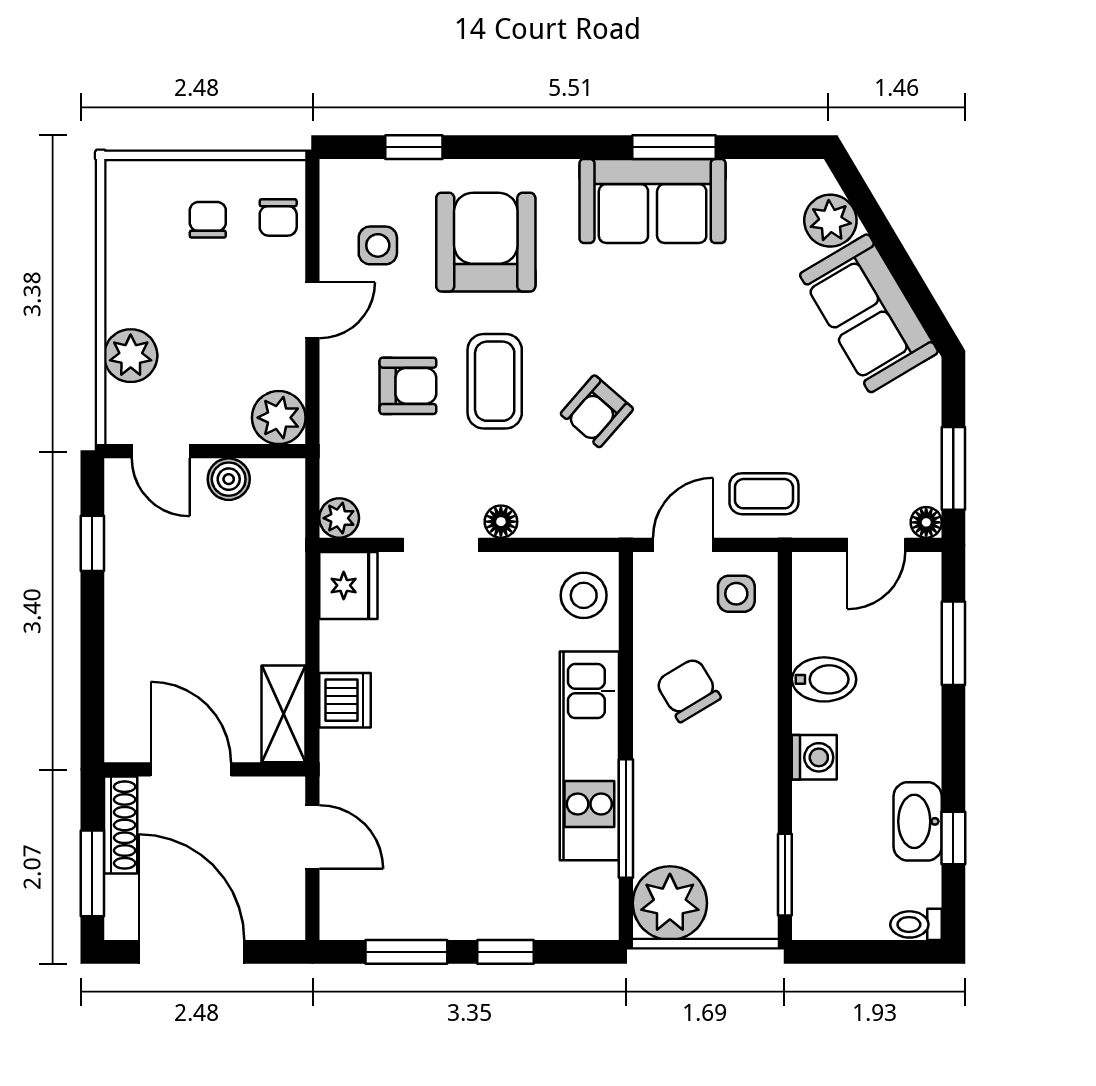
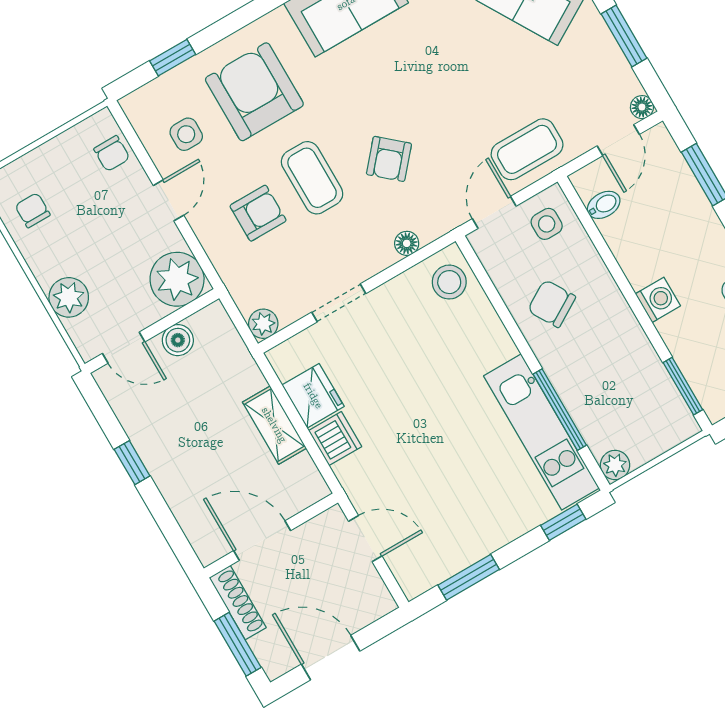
chair: (208, 220) -> (33, 210), moved
plant: (279, 418) -> (177, 279), width x1.36, depth x1.36
window: (953, 468) -> (624, 36), moved
coffee table: (764, 494) -> (527, 149), width x1.36, depth x1.30
floor lamp: (501, 522) -> (407, 243), moved
window: (92, 543) -> (132, 463), moved
fridge: (348, 585) -> (313, 396), moved
bidet: (824, 679) -> (604, 205), moved, width x0.72, depth x0.74
shelving: (284, 714) -> (274, 425), moved
kitchen unit: (589, 756) -> (541, 432), moved
plant: (670, 903) -> (615, 465), width x0.53, depth x0.53
door: (191, 952) -> (331, 658), width x0.73
window: (506, 952) -> (563, 522), moved

